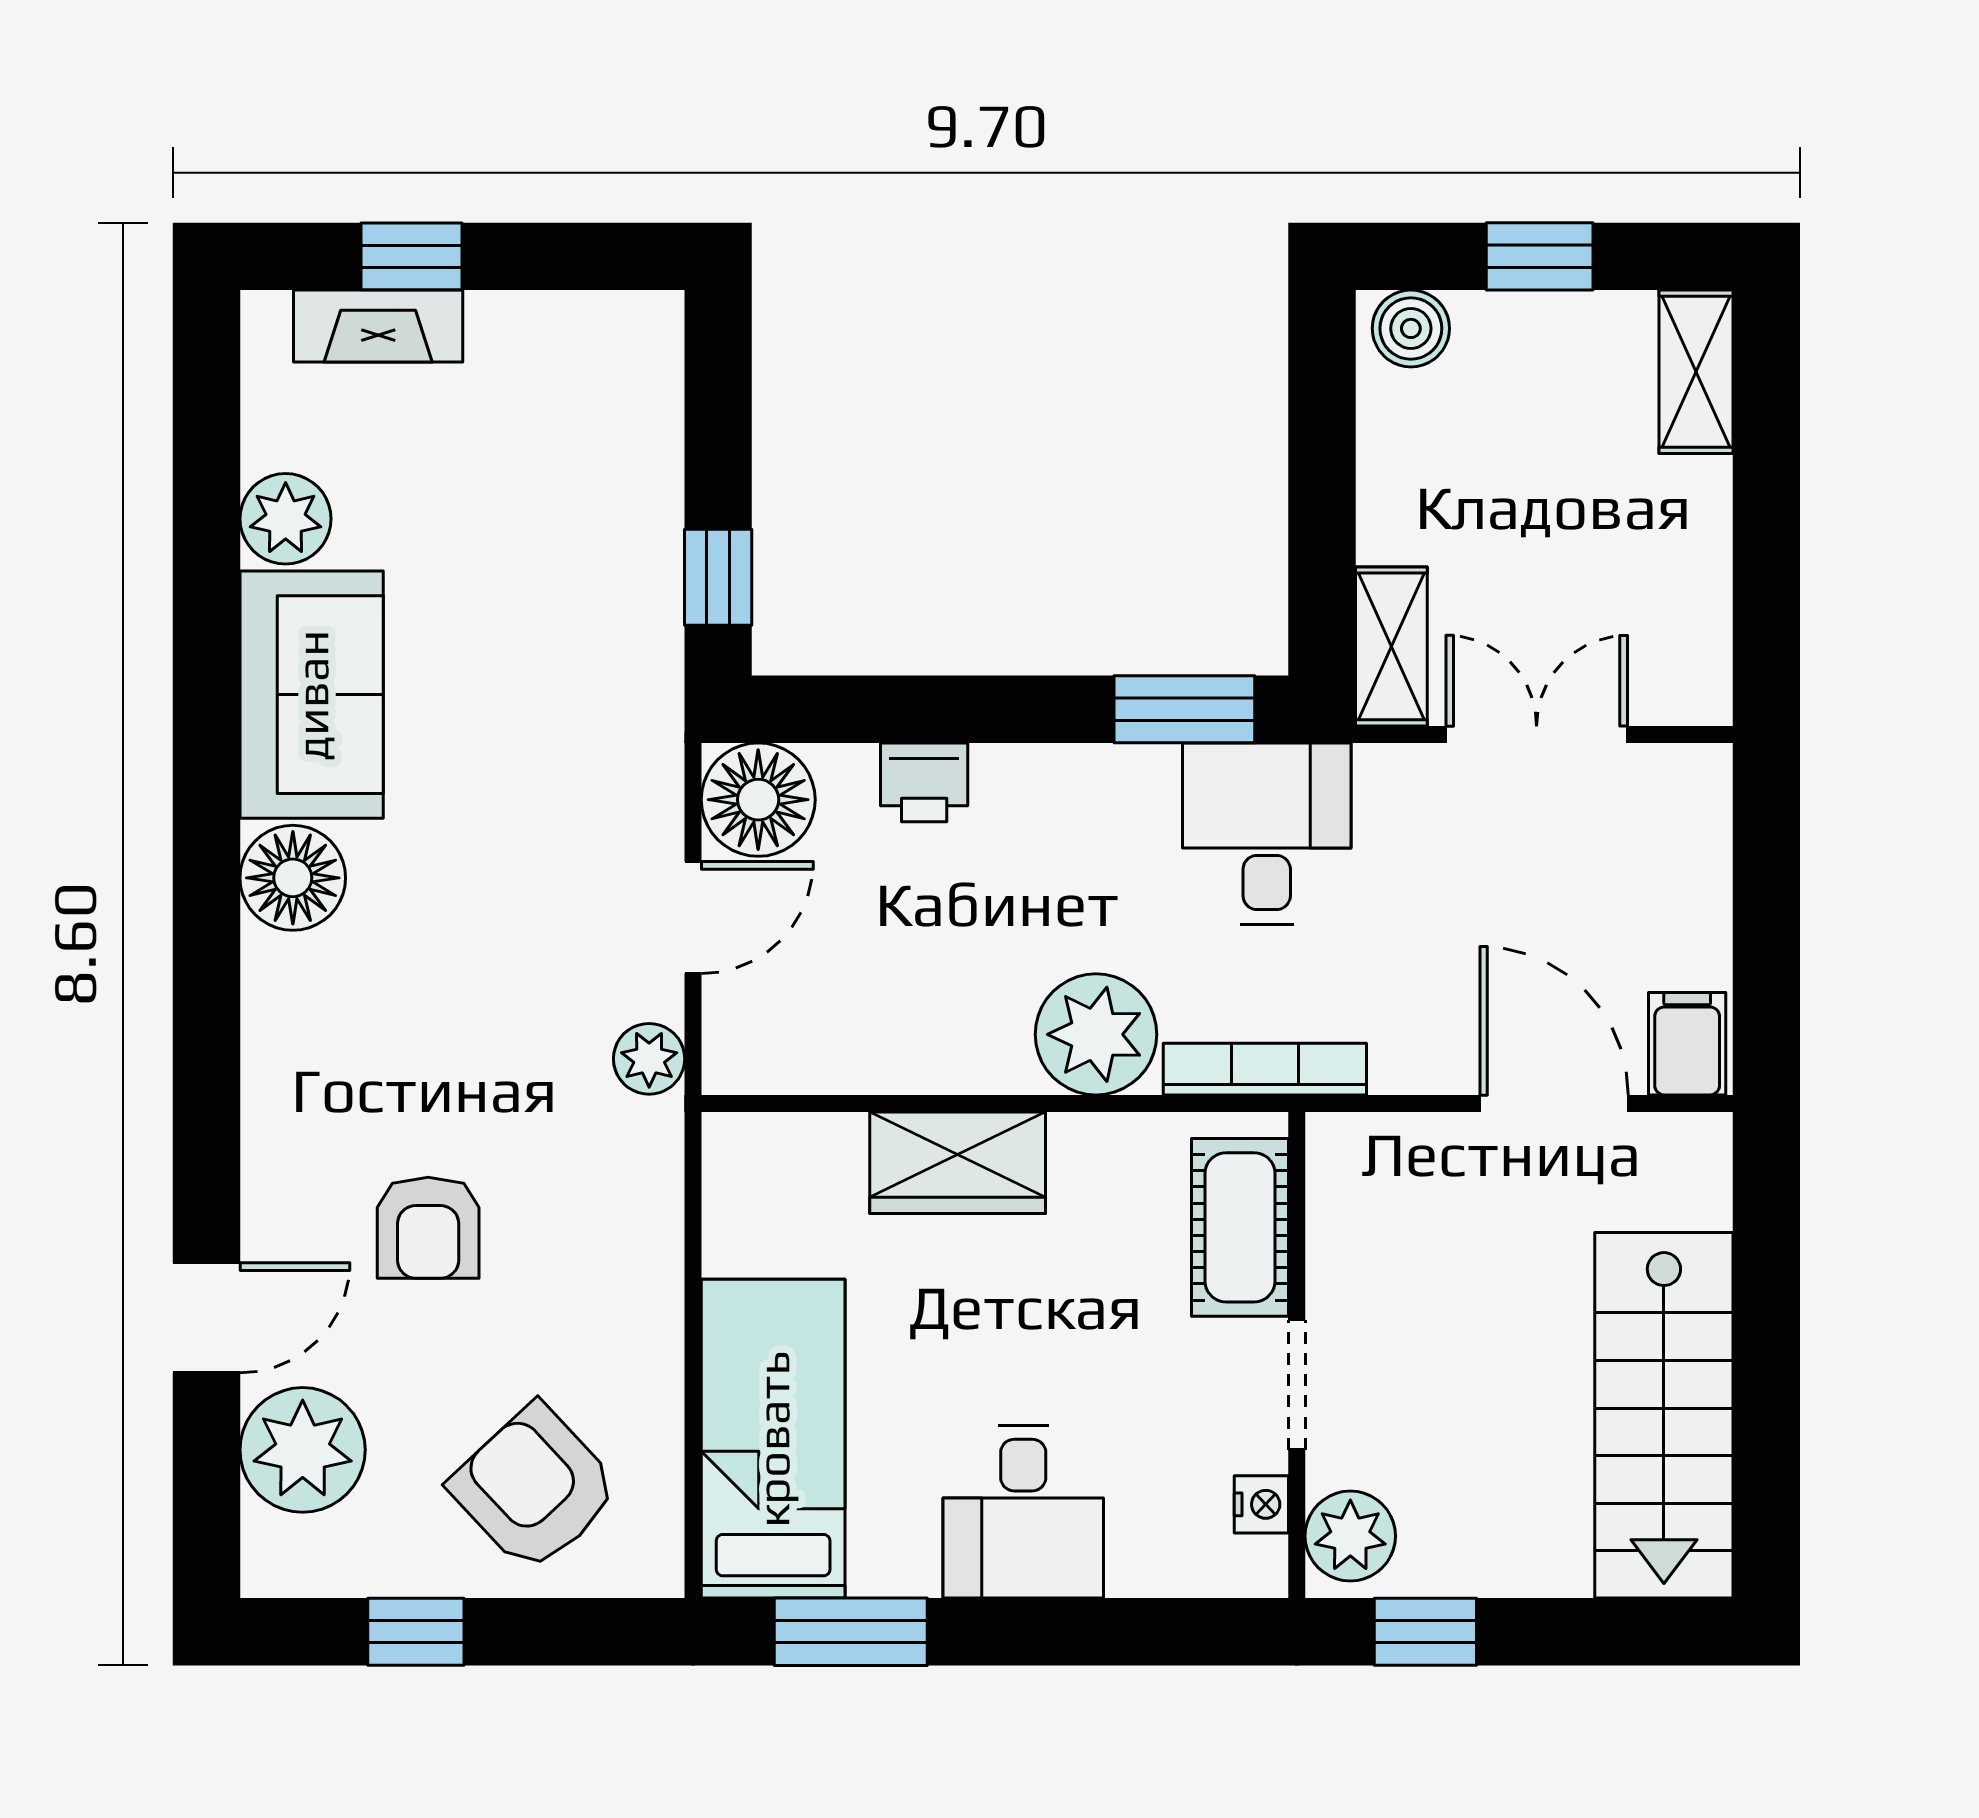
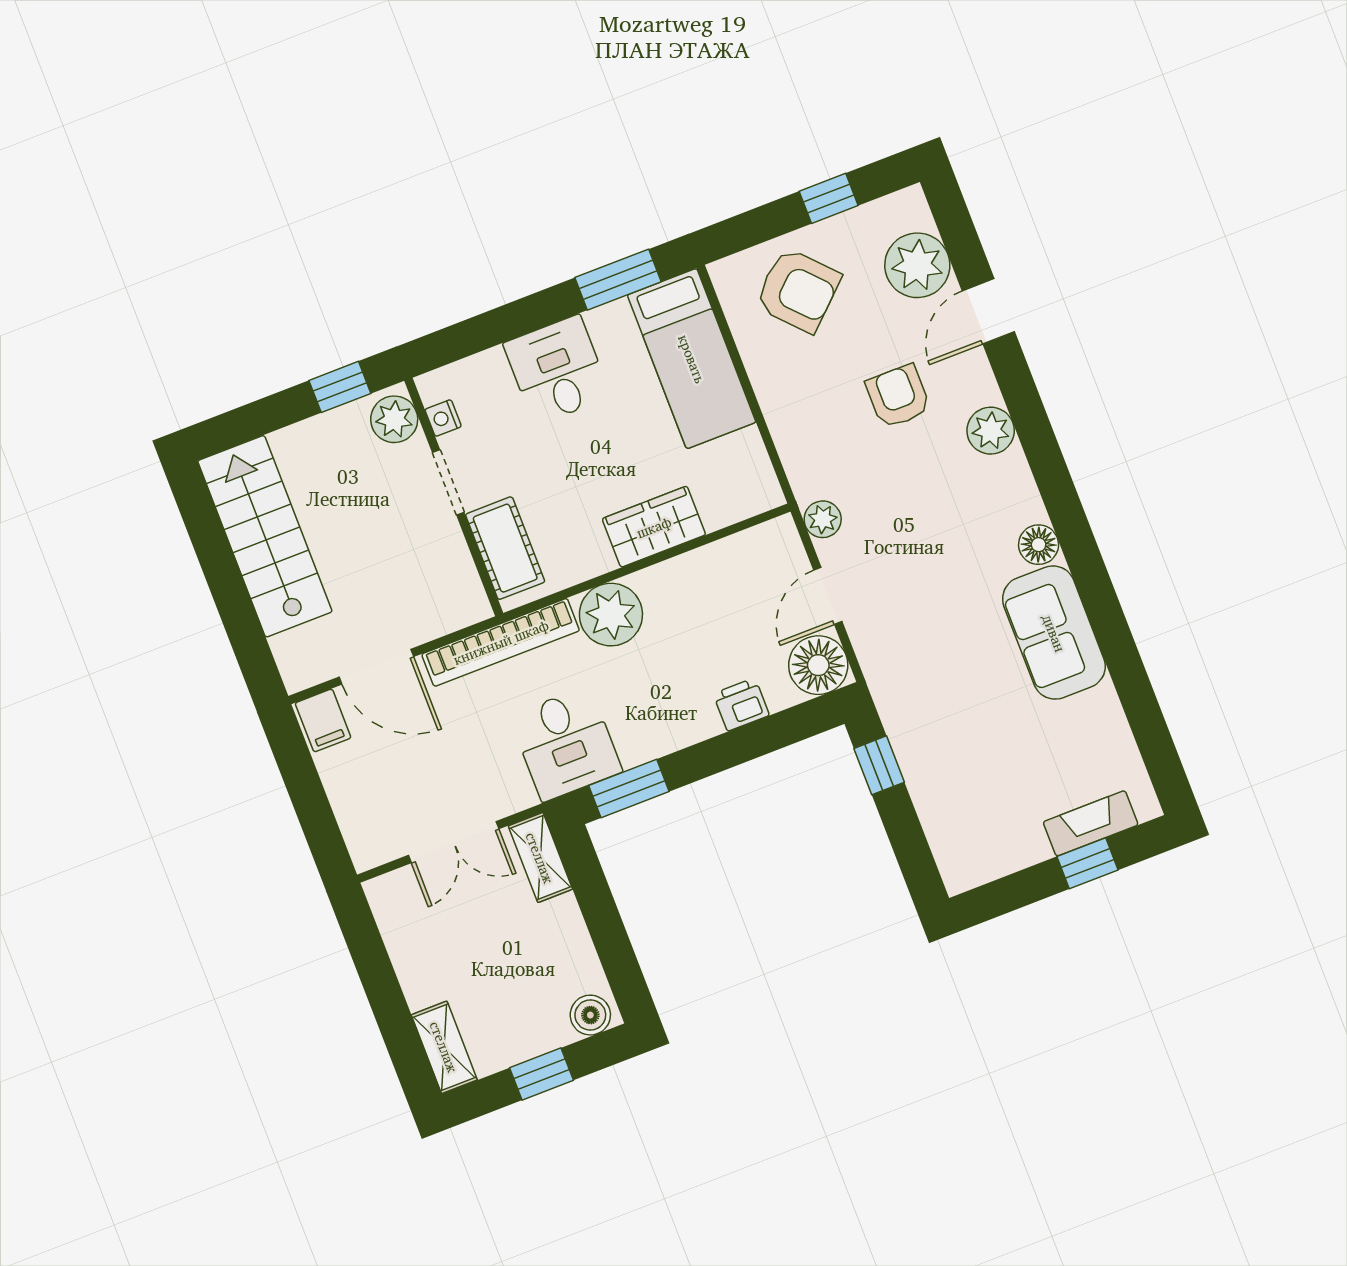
plant: (286, 519) -> (991, 431), moved
floor lamp: (293, 878) -> (1039, 545), width x0.73, depth x0.73
bookcase: (1265, 1069) -> (501, 642), width x1.48, depth x1.31

